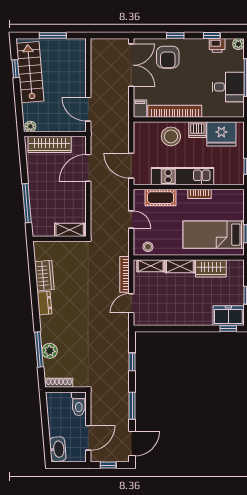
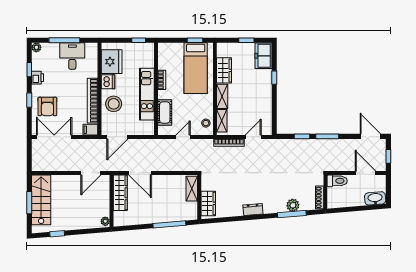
printer: (217, 45) -> (38, 78), moved
armchair: (168, 57) -> (47, 106), turned 90
stairs: (30, 72) -> (41, 200), moved, turned 95
wardrobe: (50, 144) -> (120, 193), moved
door: (131, 166) -> (117, 137), moved
wardrobe: (44, 276) -> (208, 203), moved, turned 95
door: (131, 303) -> (253, 137), swing flipped
window: (228, 329) -> (274, 78), moved
window: (132, 406) -> (327, 136), moved

